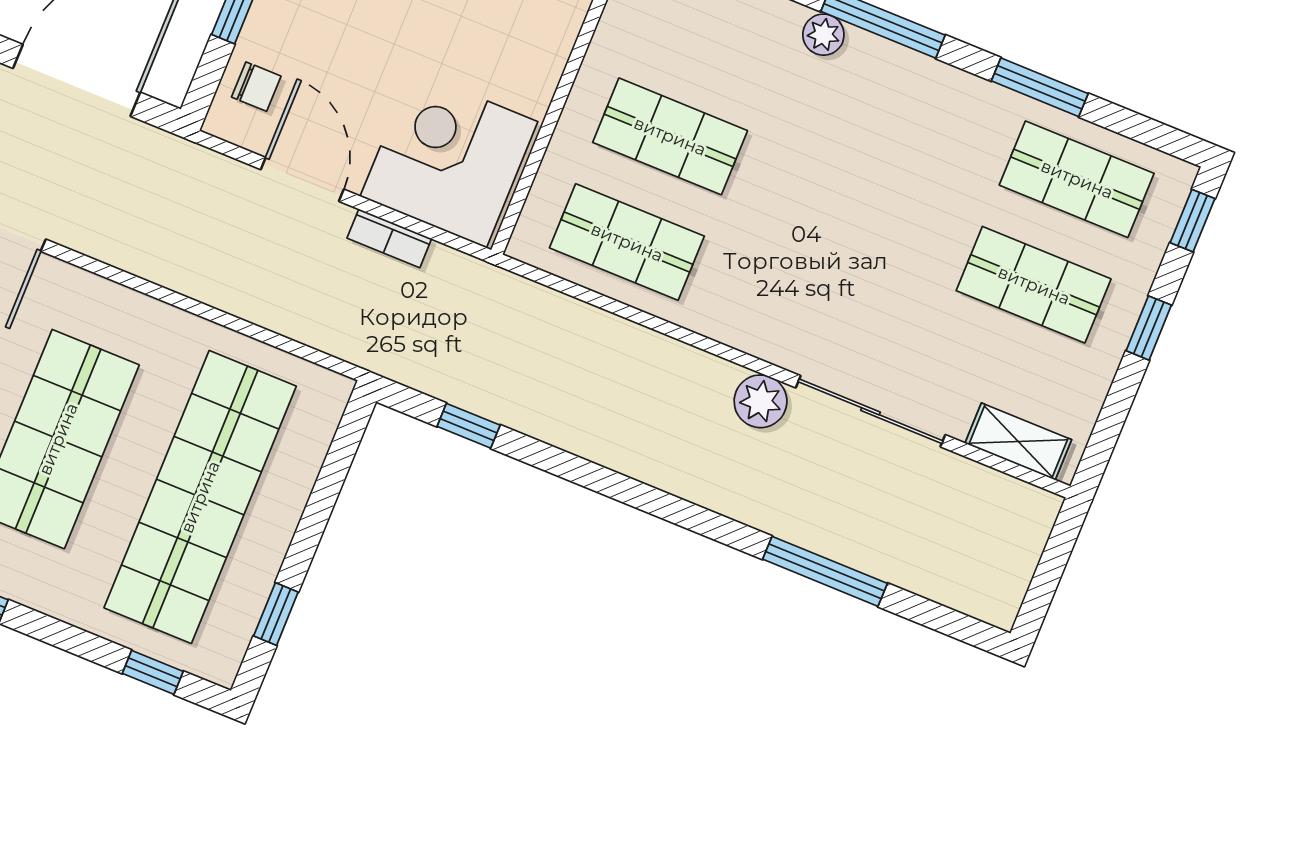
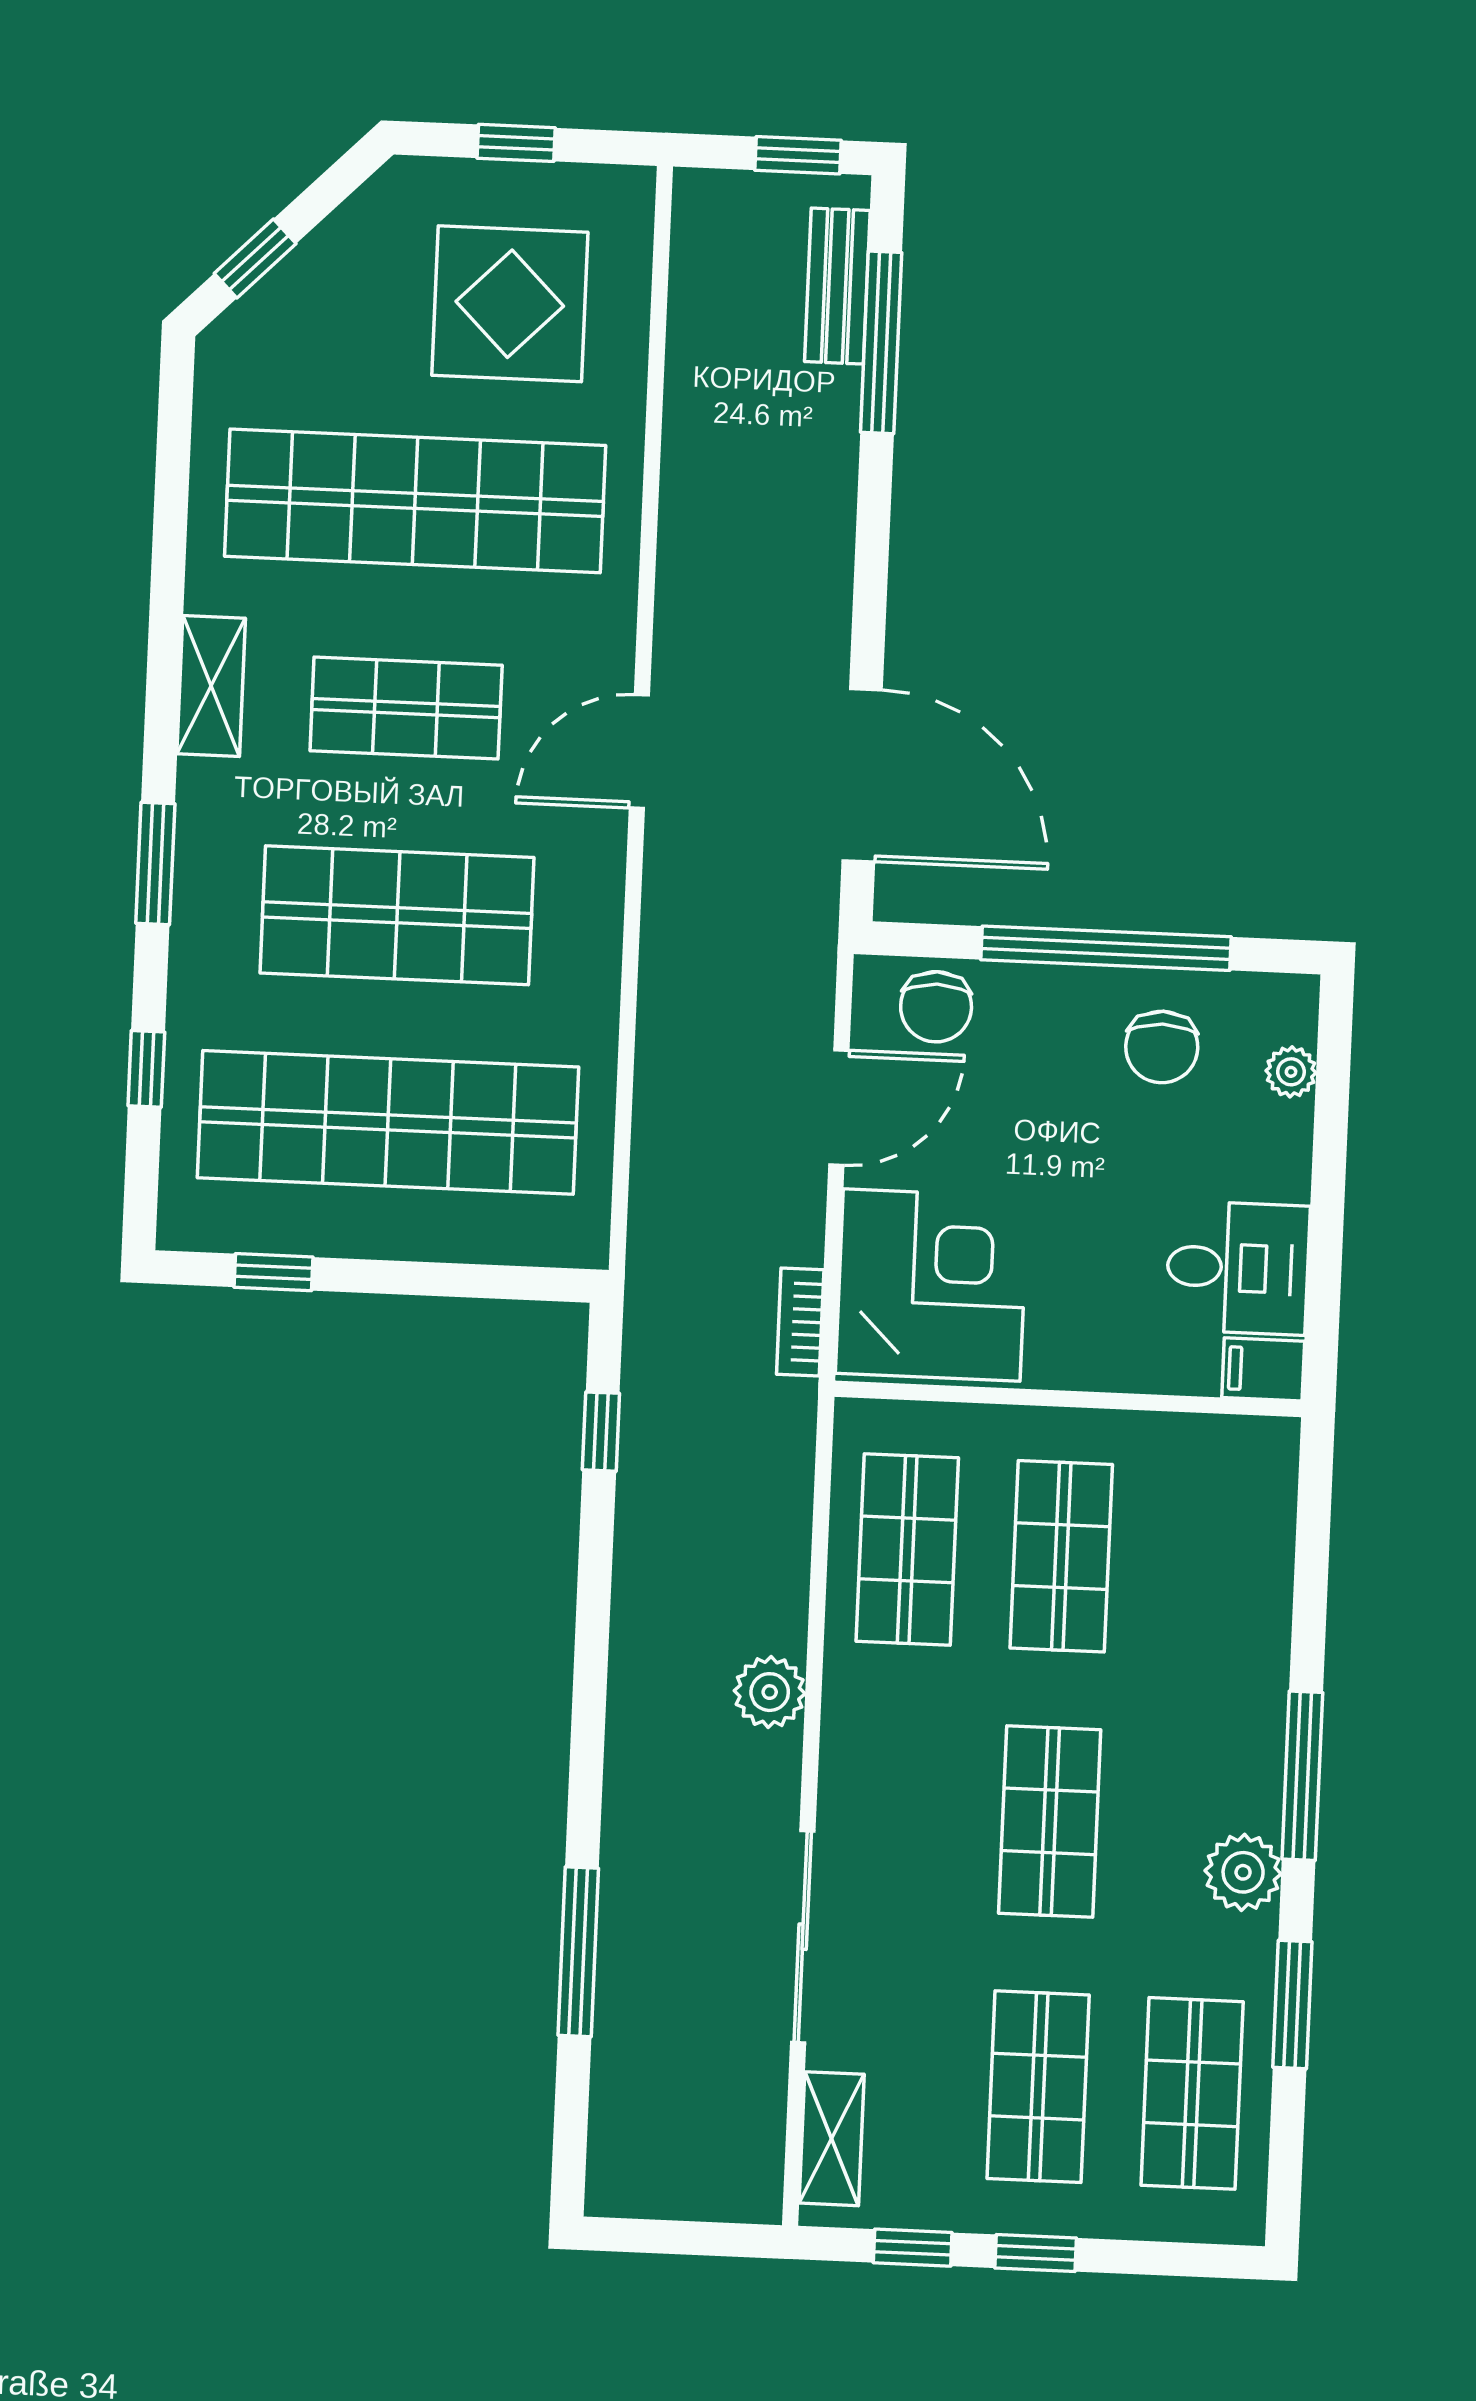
plant: (823, 35) -> (1243, 1872), moved, width x1.38, depth x1.38
chair: (256, 87) -> (936, 1007), width x1.37, depth x1.37
shop shelf: (852, 211) -> (1050, 1821), added
window: (1193, 221) -> (913, 2248), moved
bookcase: (389, 238) -> (800, 1322), moved
plant: (761, 401) -> (770, 1692), moved
window: (153, 672) -> (146, 1069), moved

